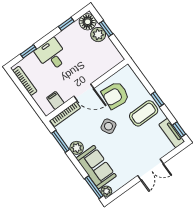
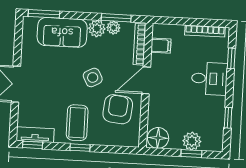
floor lamp: (88, 22) -> (158, 138), moved
plant: (106, 191) -> (113, 28), moved

